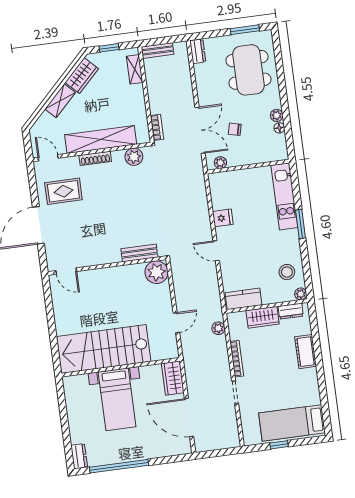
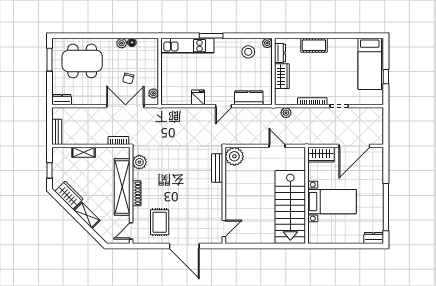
shelving: (135, 69) -> (84, 152), moved
kitchen counter: (243, 299) -> (249, 98), moved, turned 90

